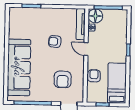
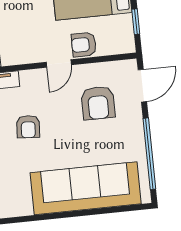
door: (86, 49) -> (59, 64), moved
armchair: (63, 79) -> (98, 103), turned 90

